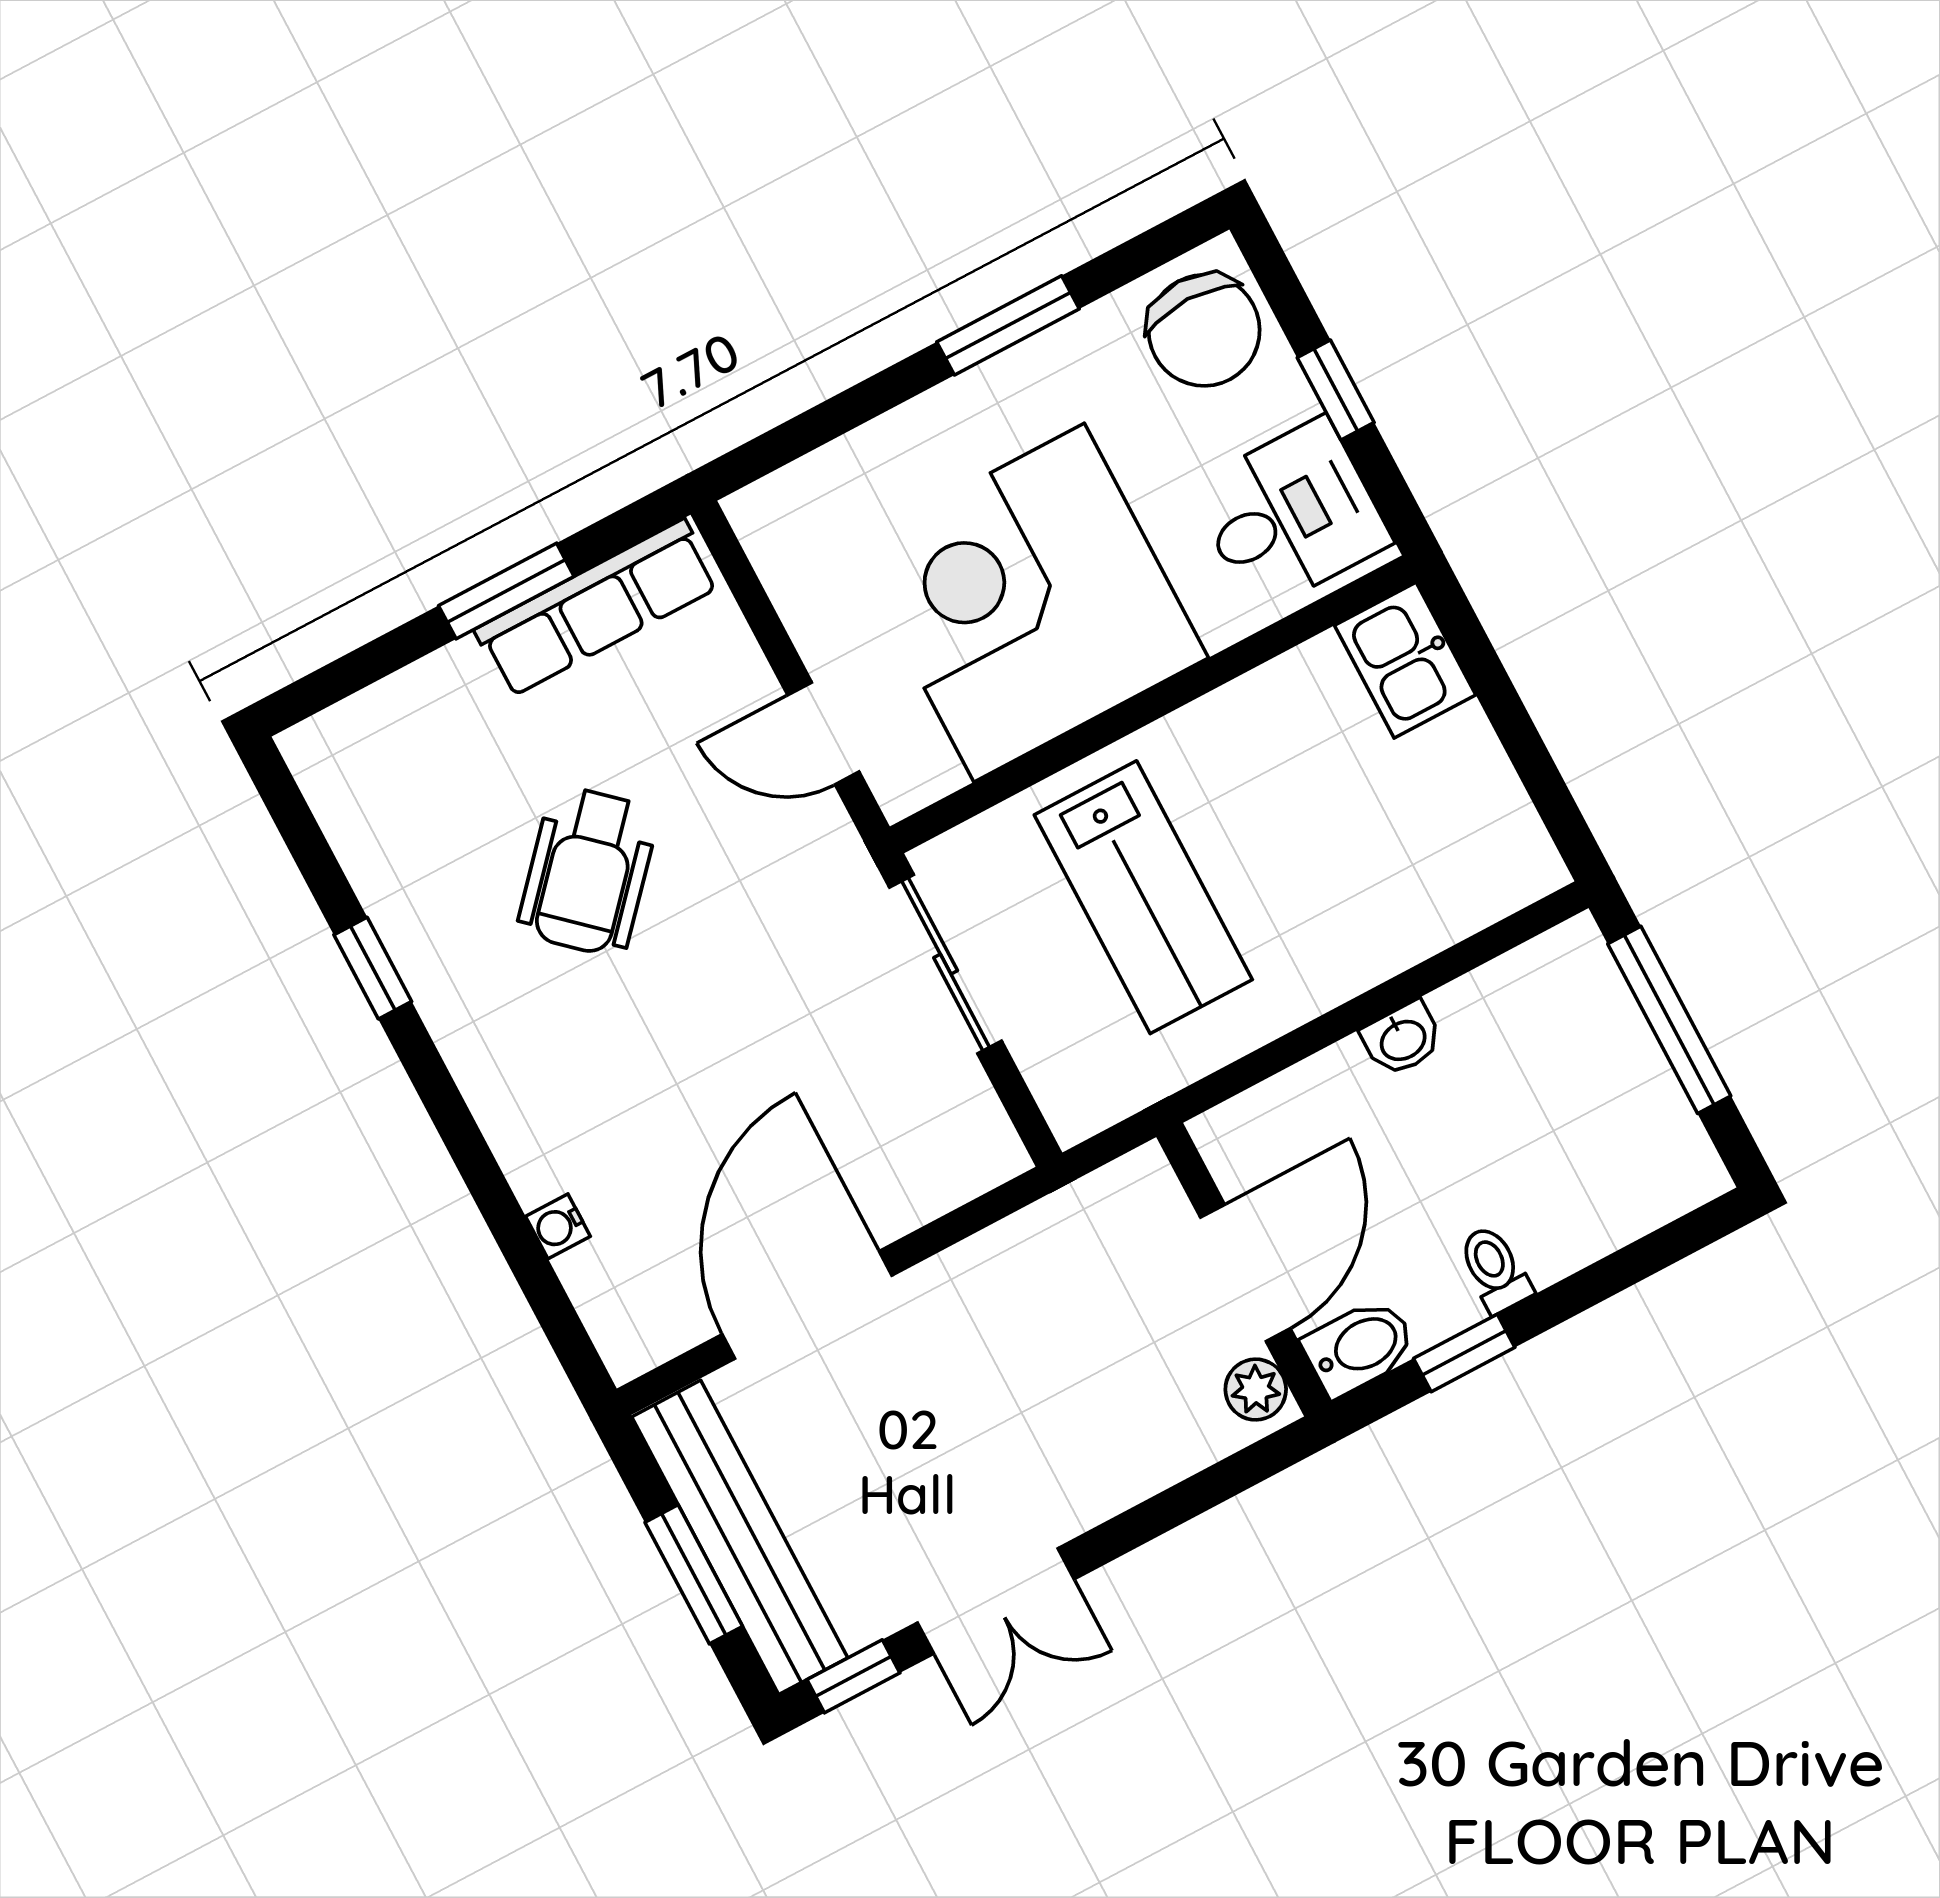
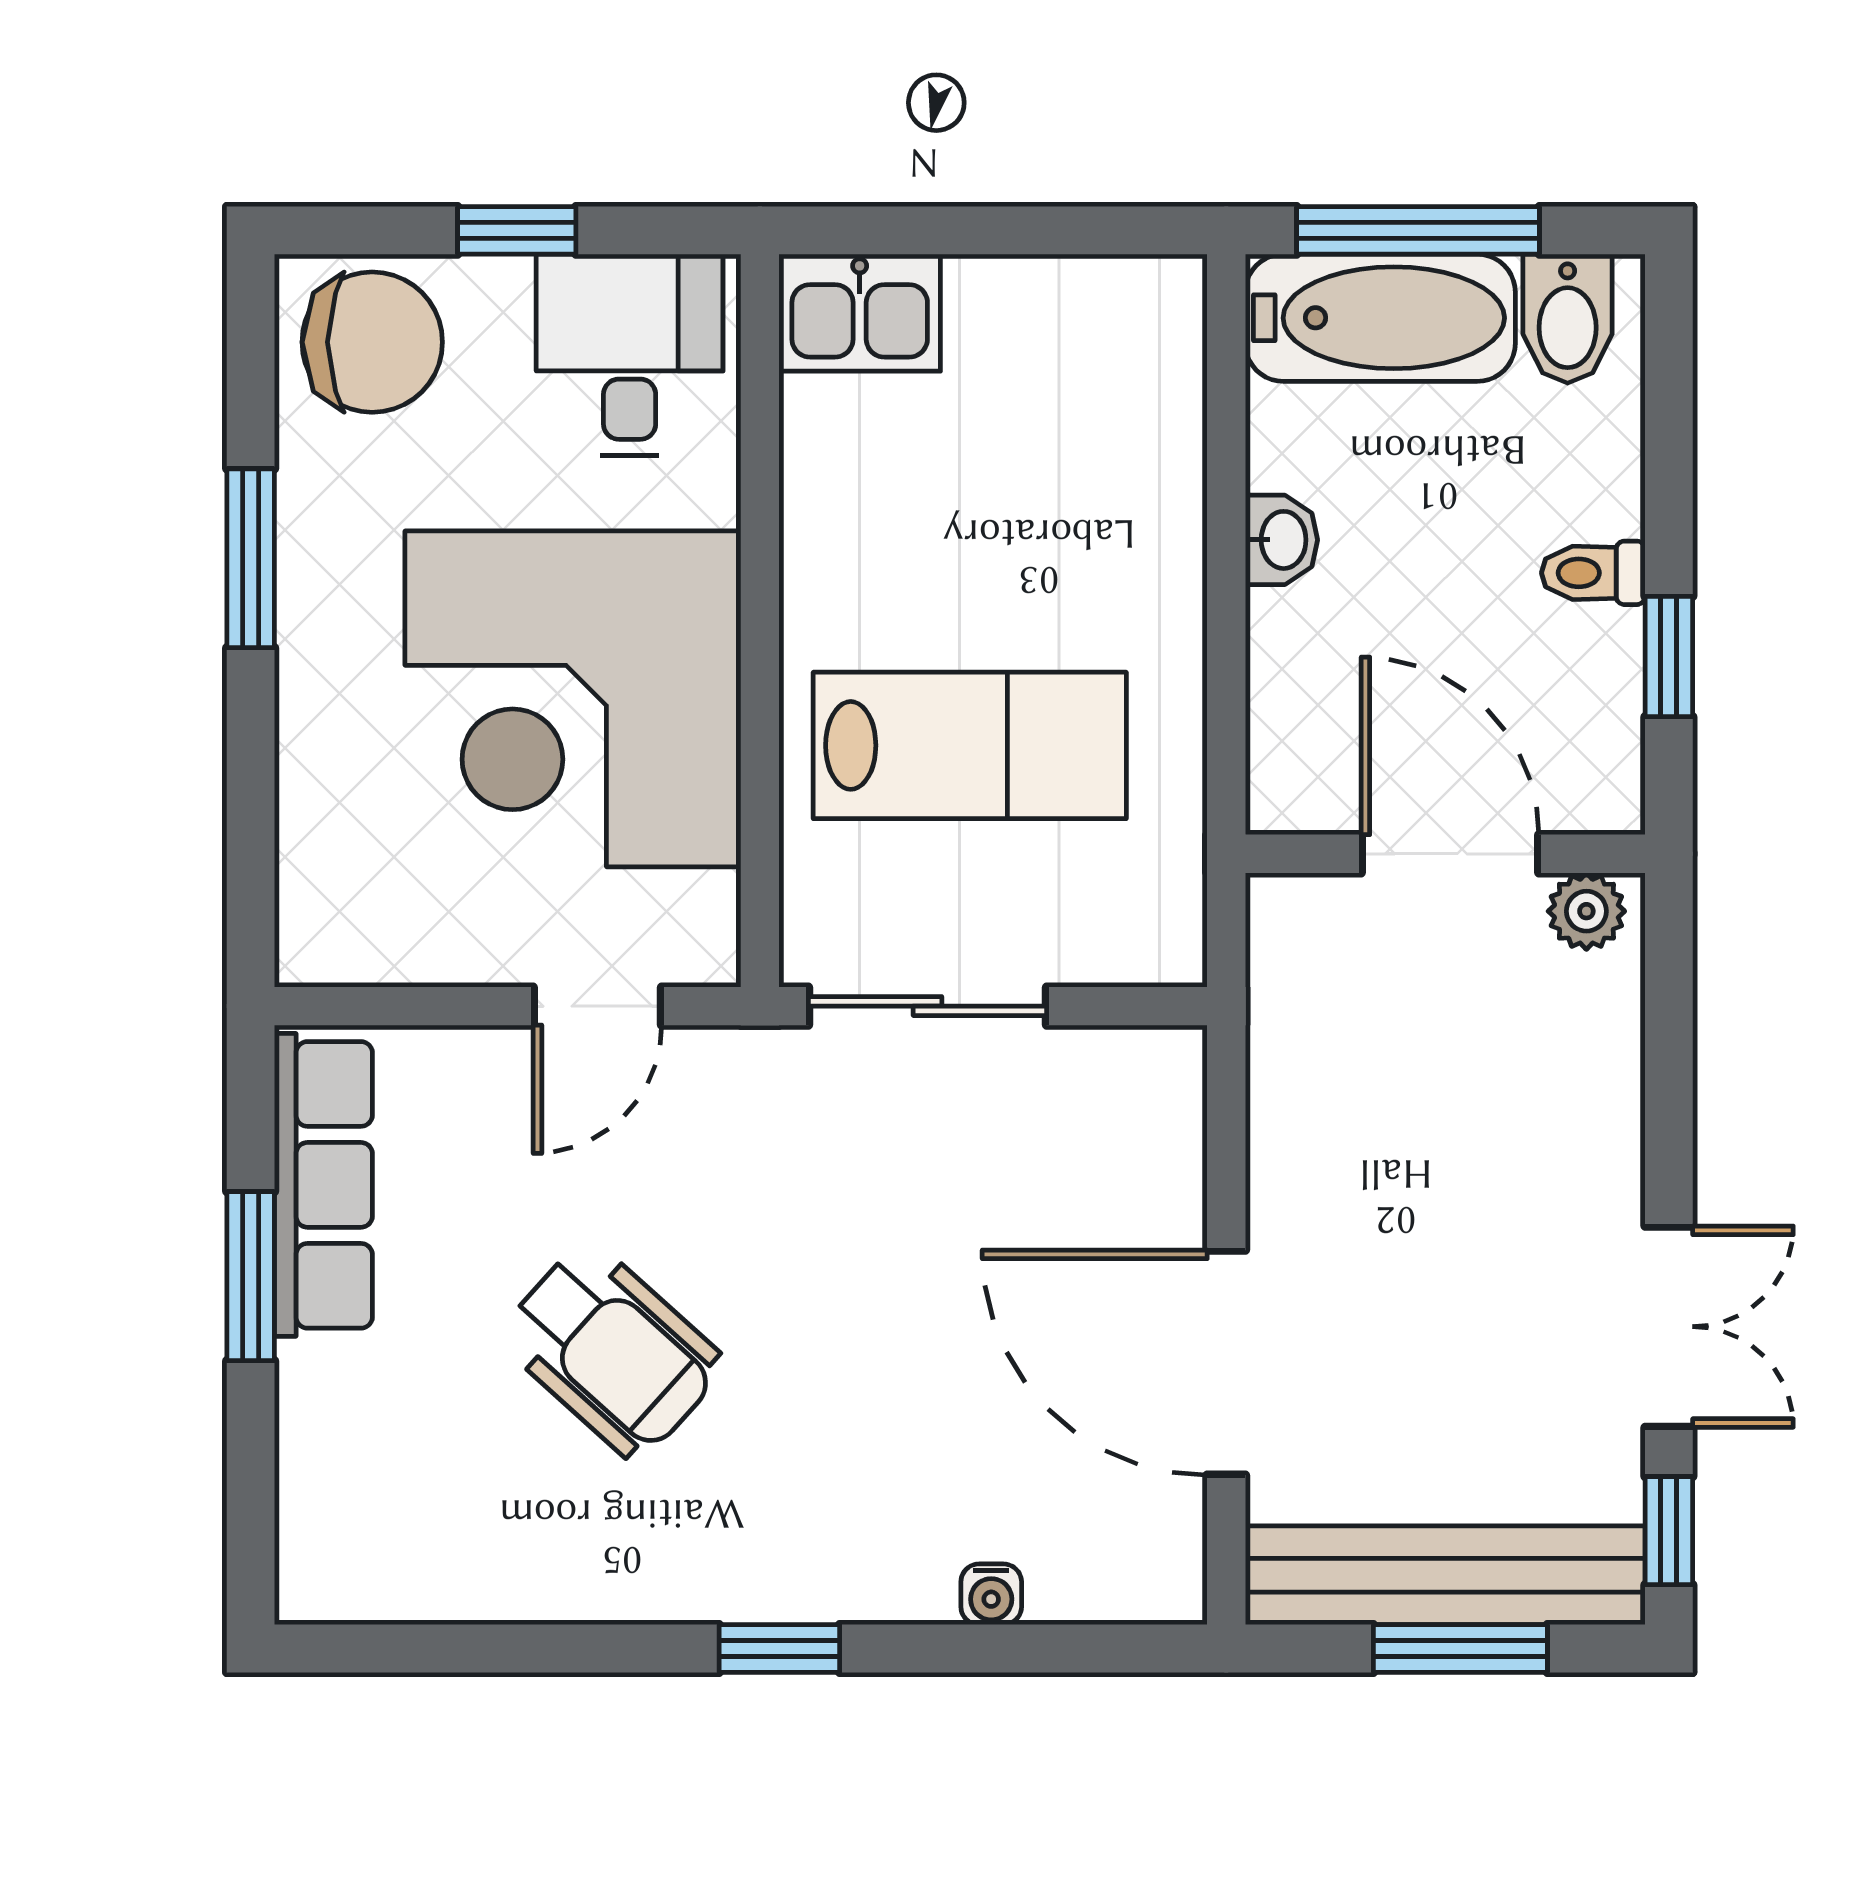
window: (373, 968) -> (779, 1649), moved
bathtub: (1594, 1026) -> (1380, 318), added
bidet: (1359, 1347) -> (1568, 319), moved, turned 180

